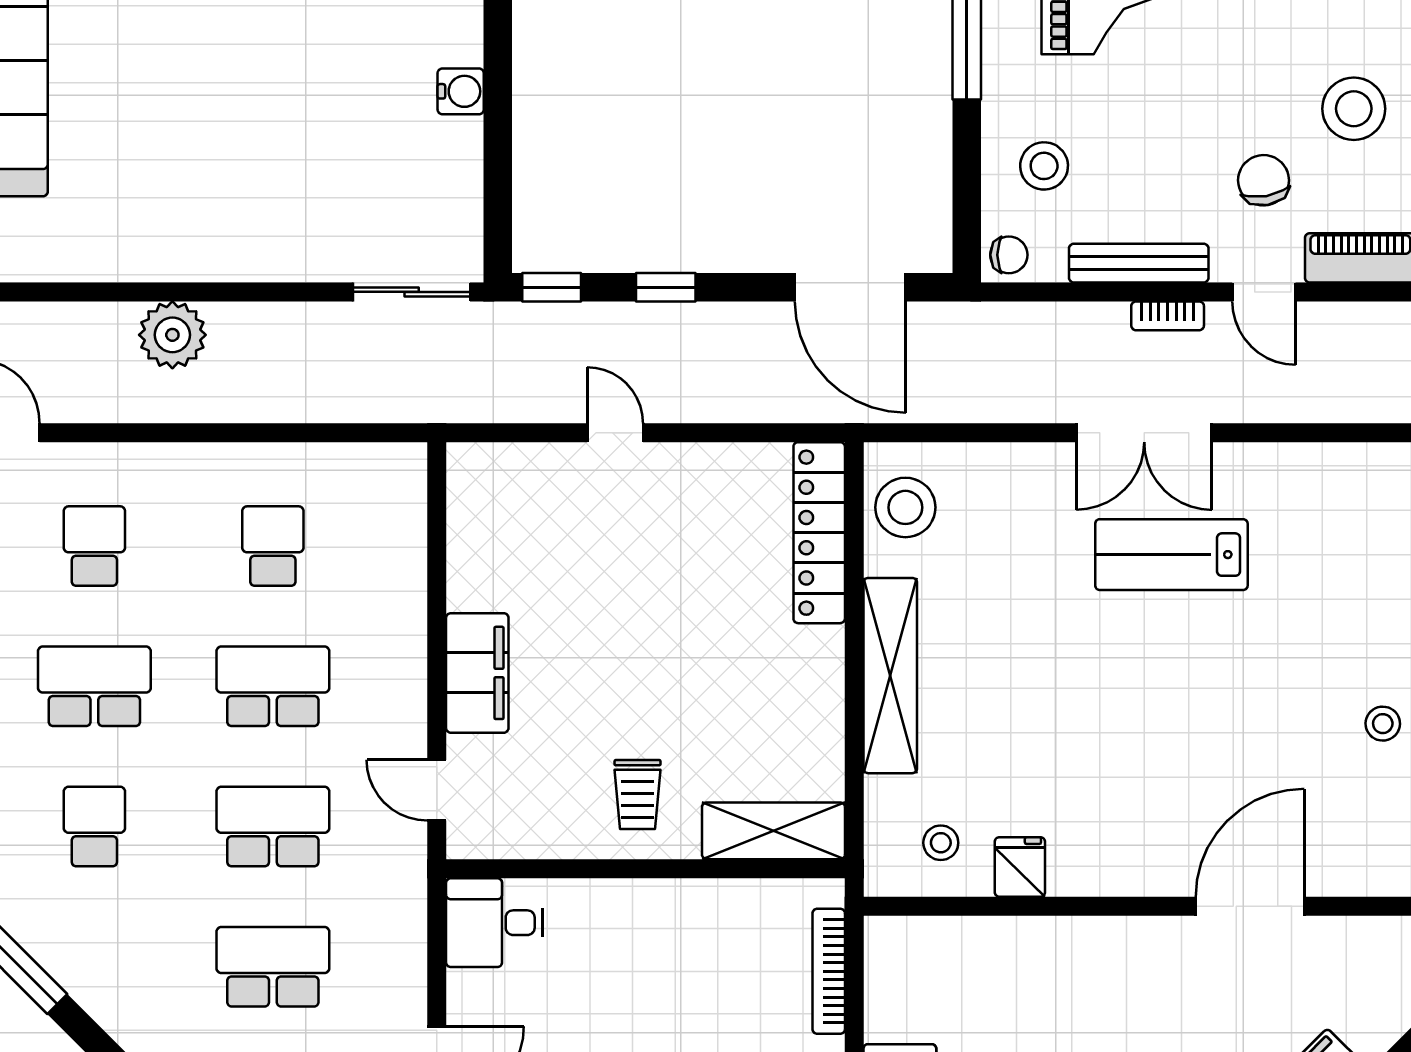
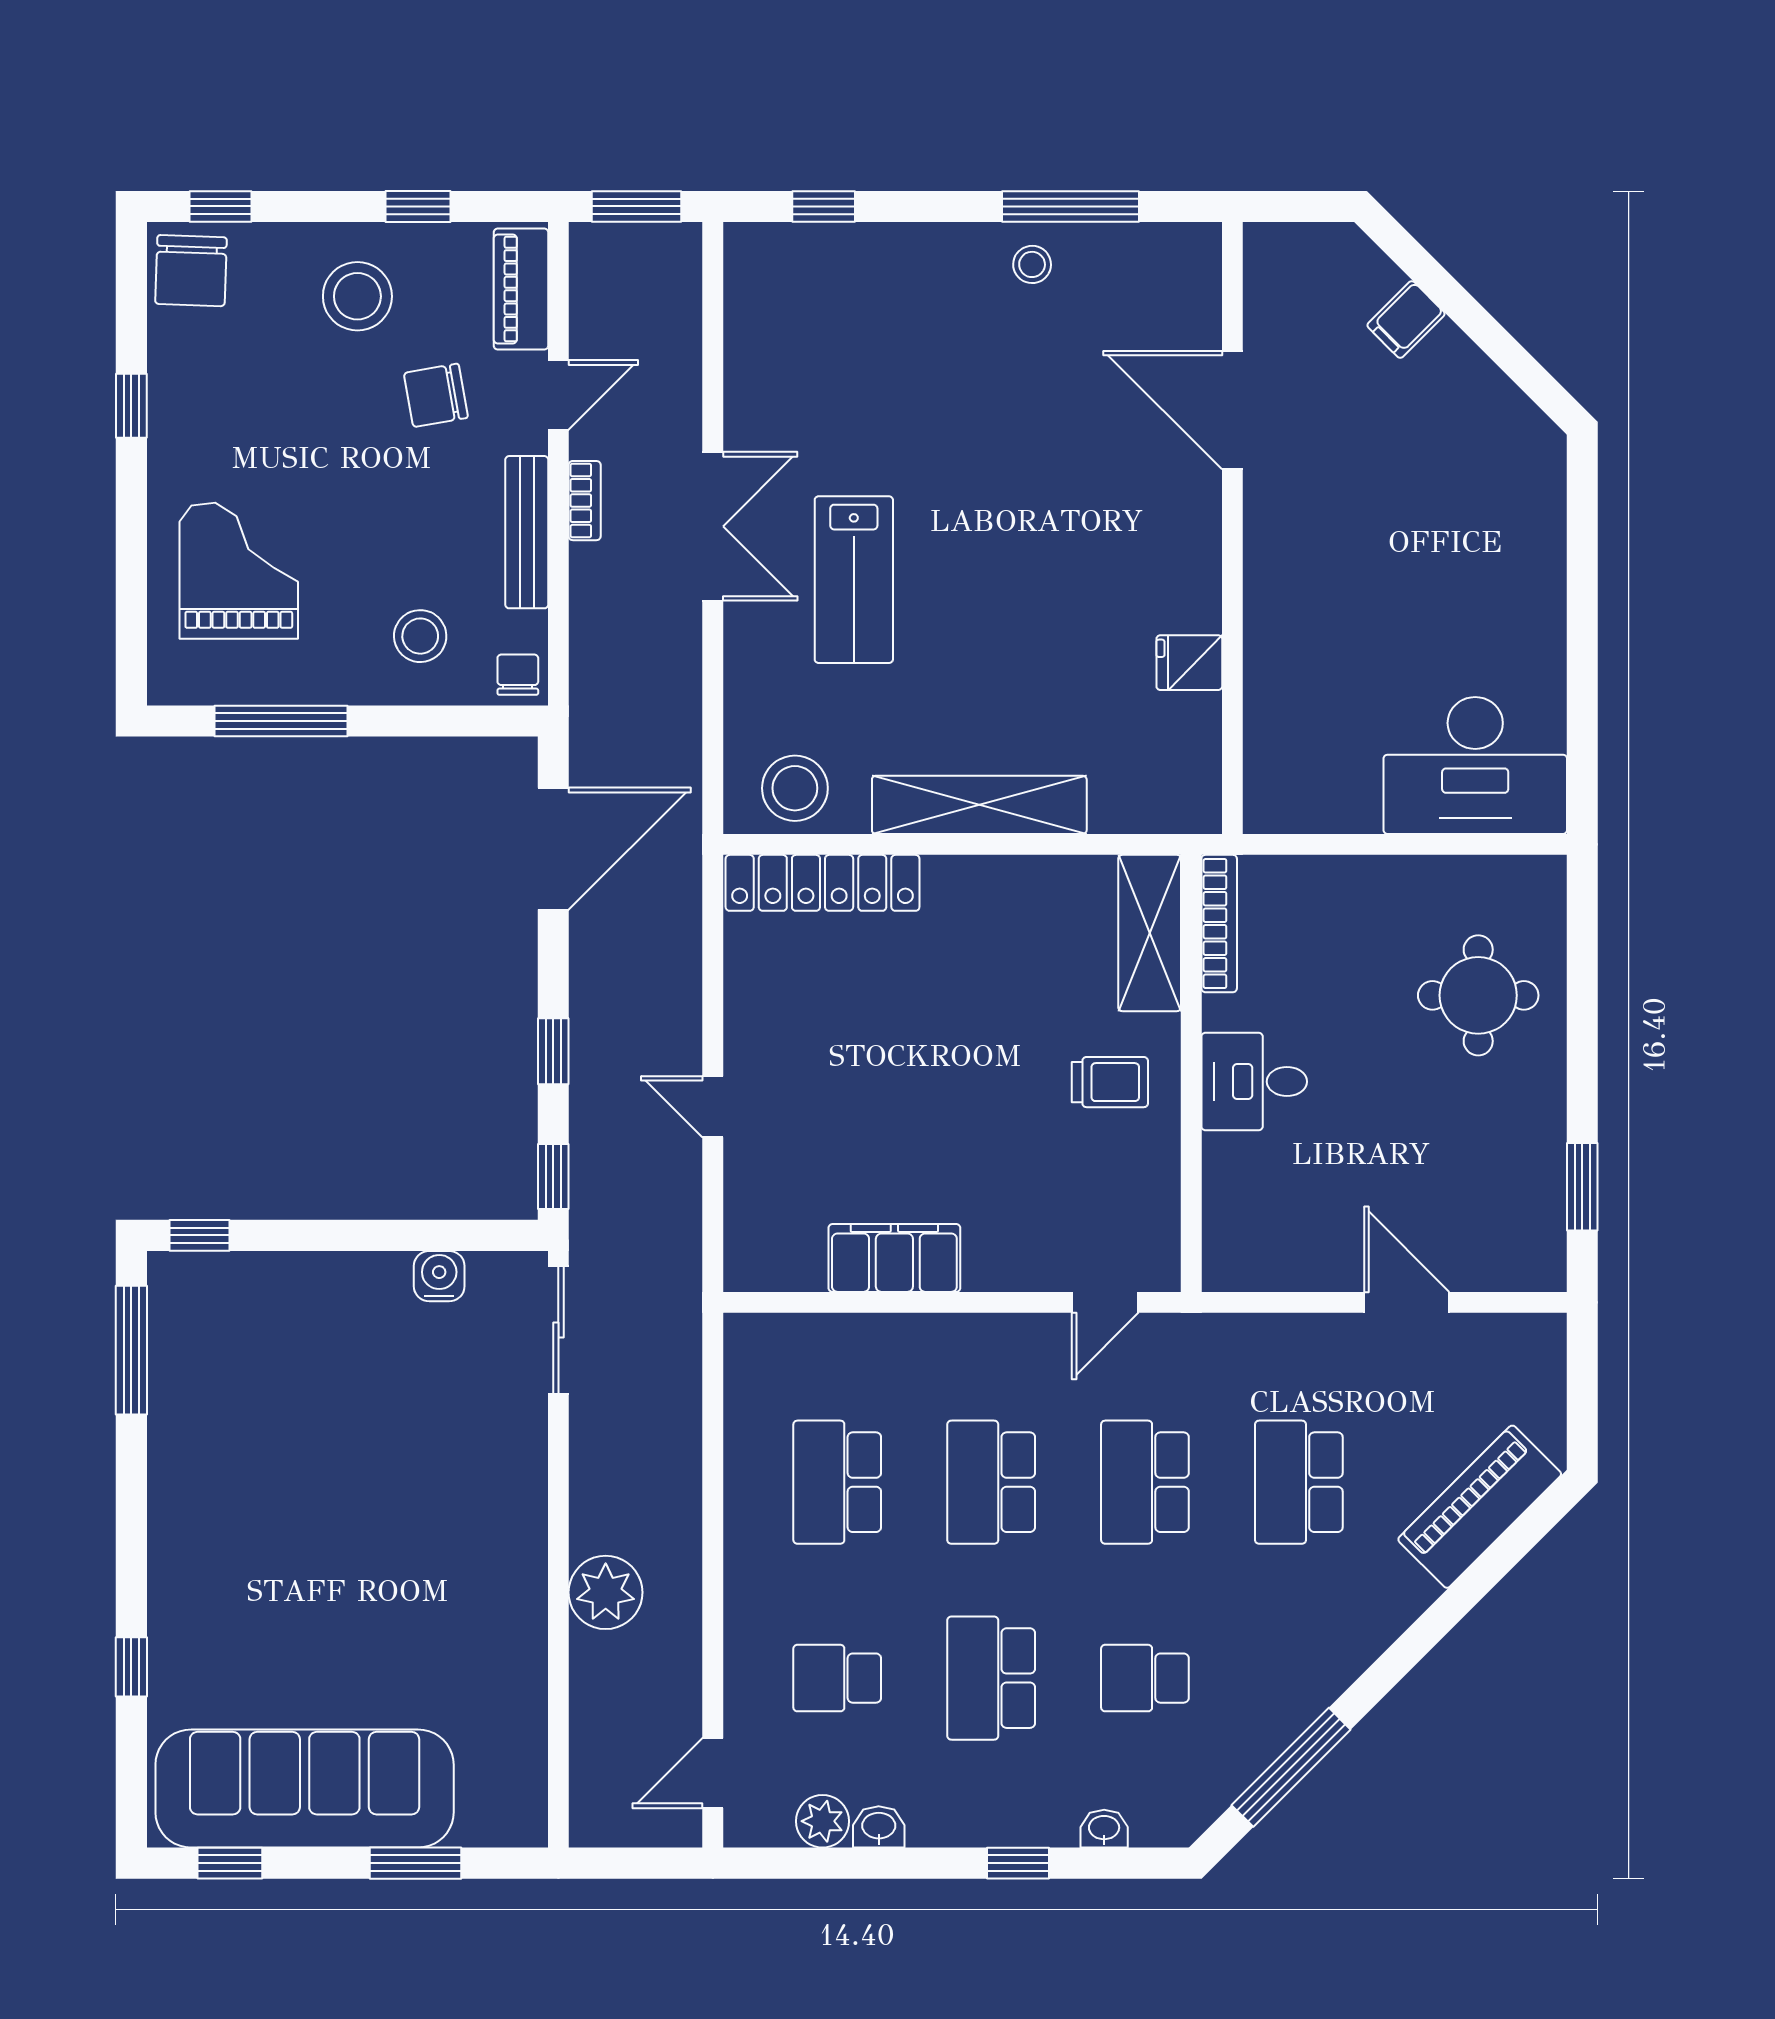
water cooler: (461, 91) -> (439, 1276), moved
door: (615, 433) -> (713, 1107), hinge flipped
school desk: (273, 546) -> (837, 1482), width x1.85
lab bench: (1171, 555) -> (854, 580), moved
filing cabinet: (477, 673) -> (894, 1258), moved
stool: (941, 843) -> (1163, 749), removed
desk: (494, 923) -> (1254, 1082), moved, turned 90
bookcase: (829, 971) -> (1219, 924), moved, turned -90

